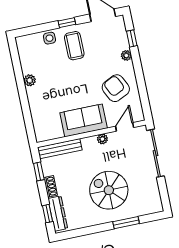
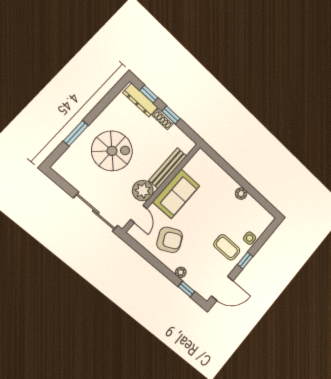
plant: (102, 139) -> (143, 191), width x1.87, depth x1.87
bench: (60, 149) -> (168, 168), moved
window: (39, 171) -> (171, 115), moved

